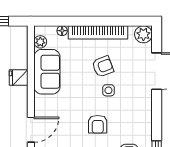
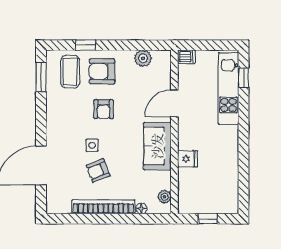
plant: (143, 34) -> (55, 205), removed
sofa: (47, 72) -> (157, 146), moved
armchair: (98, 124) -> (104, 109), turned 180

